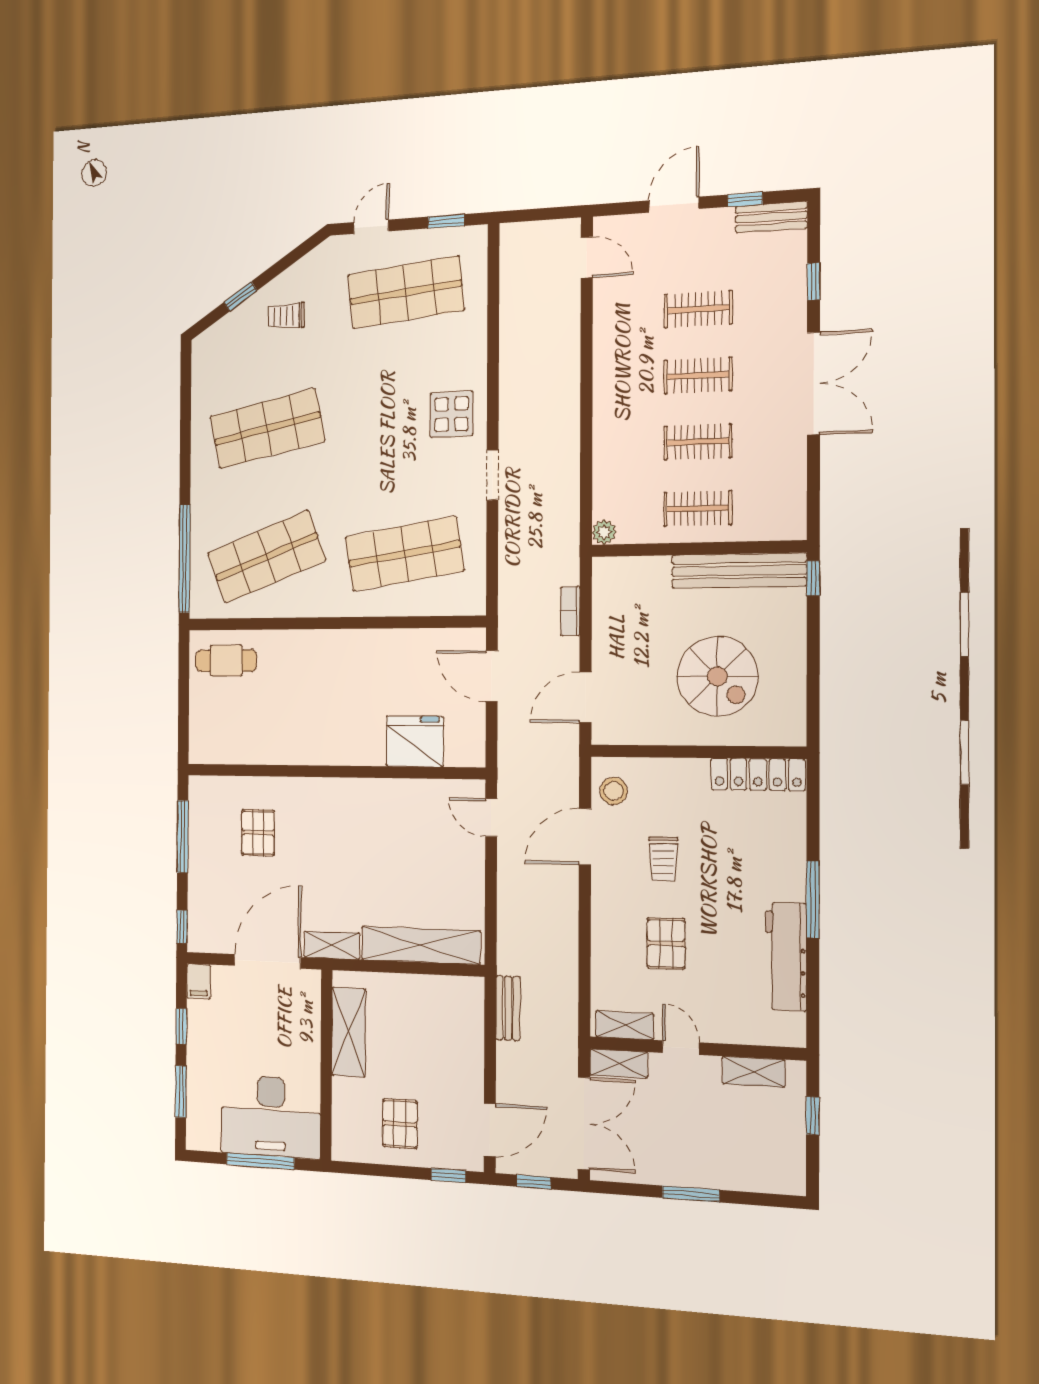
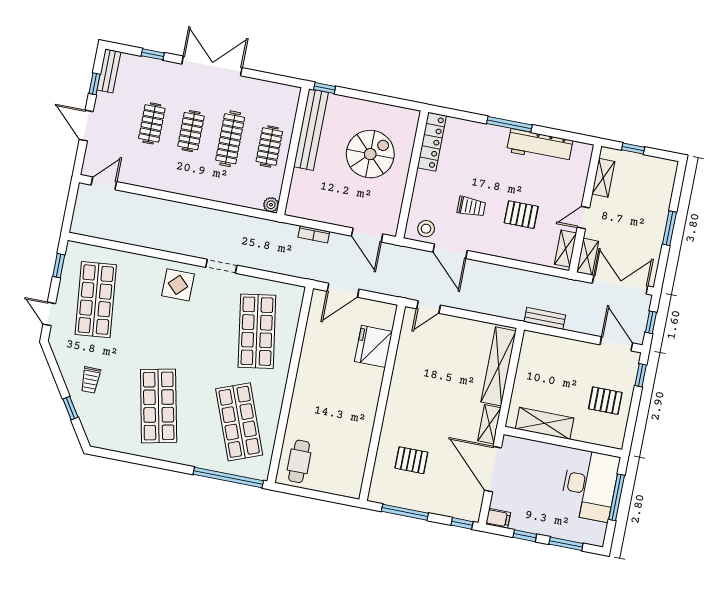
clothes rail: (698, 442) -> (230, 139), width x1.36

